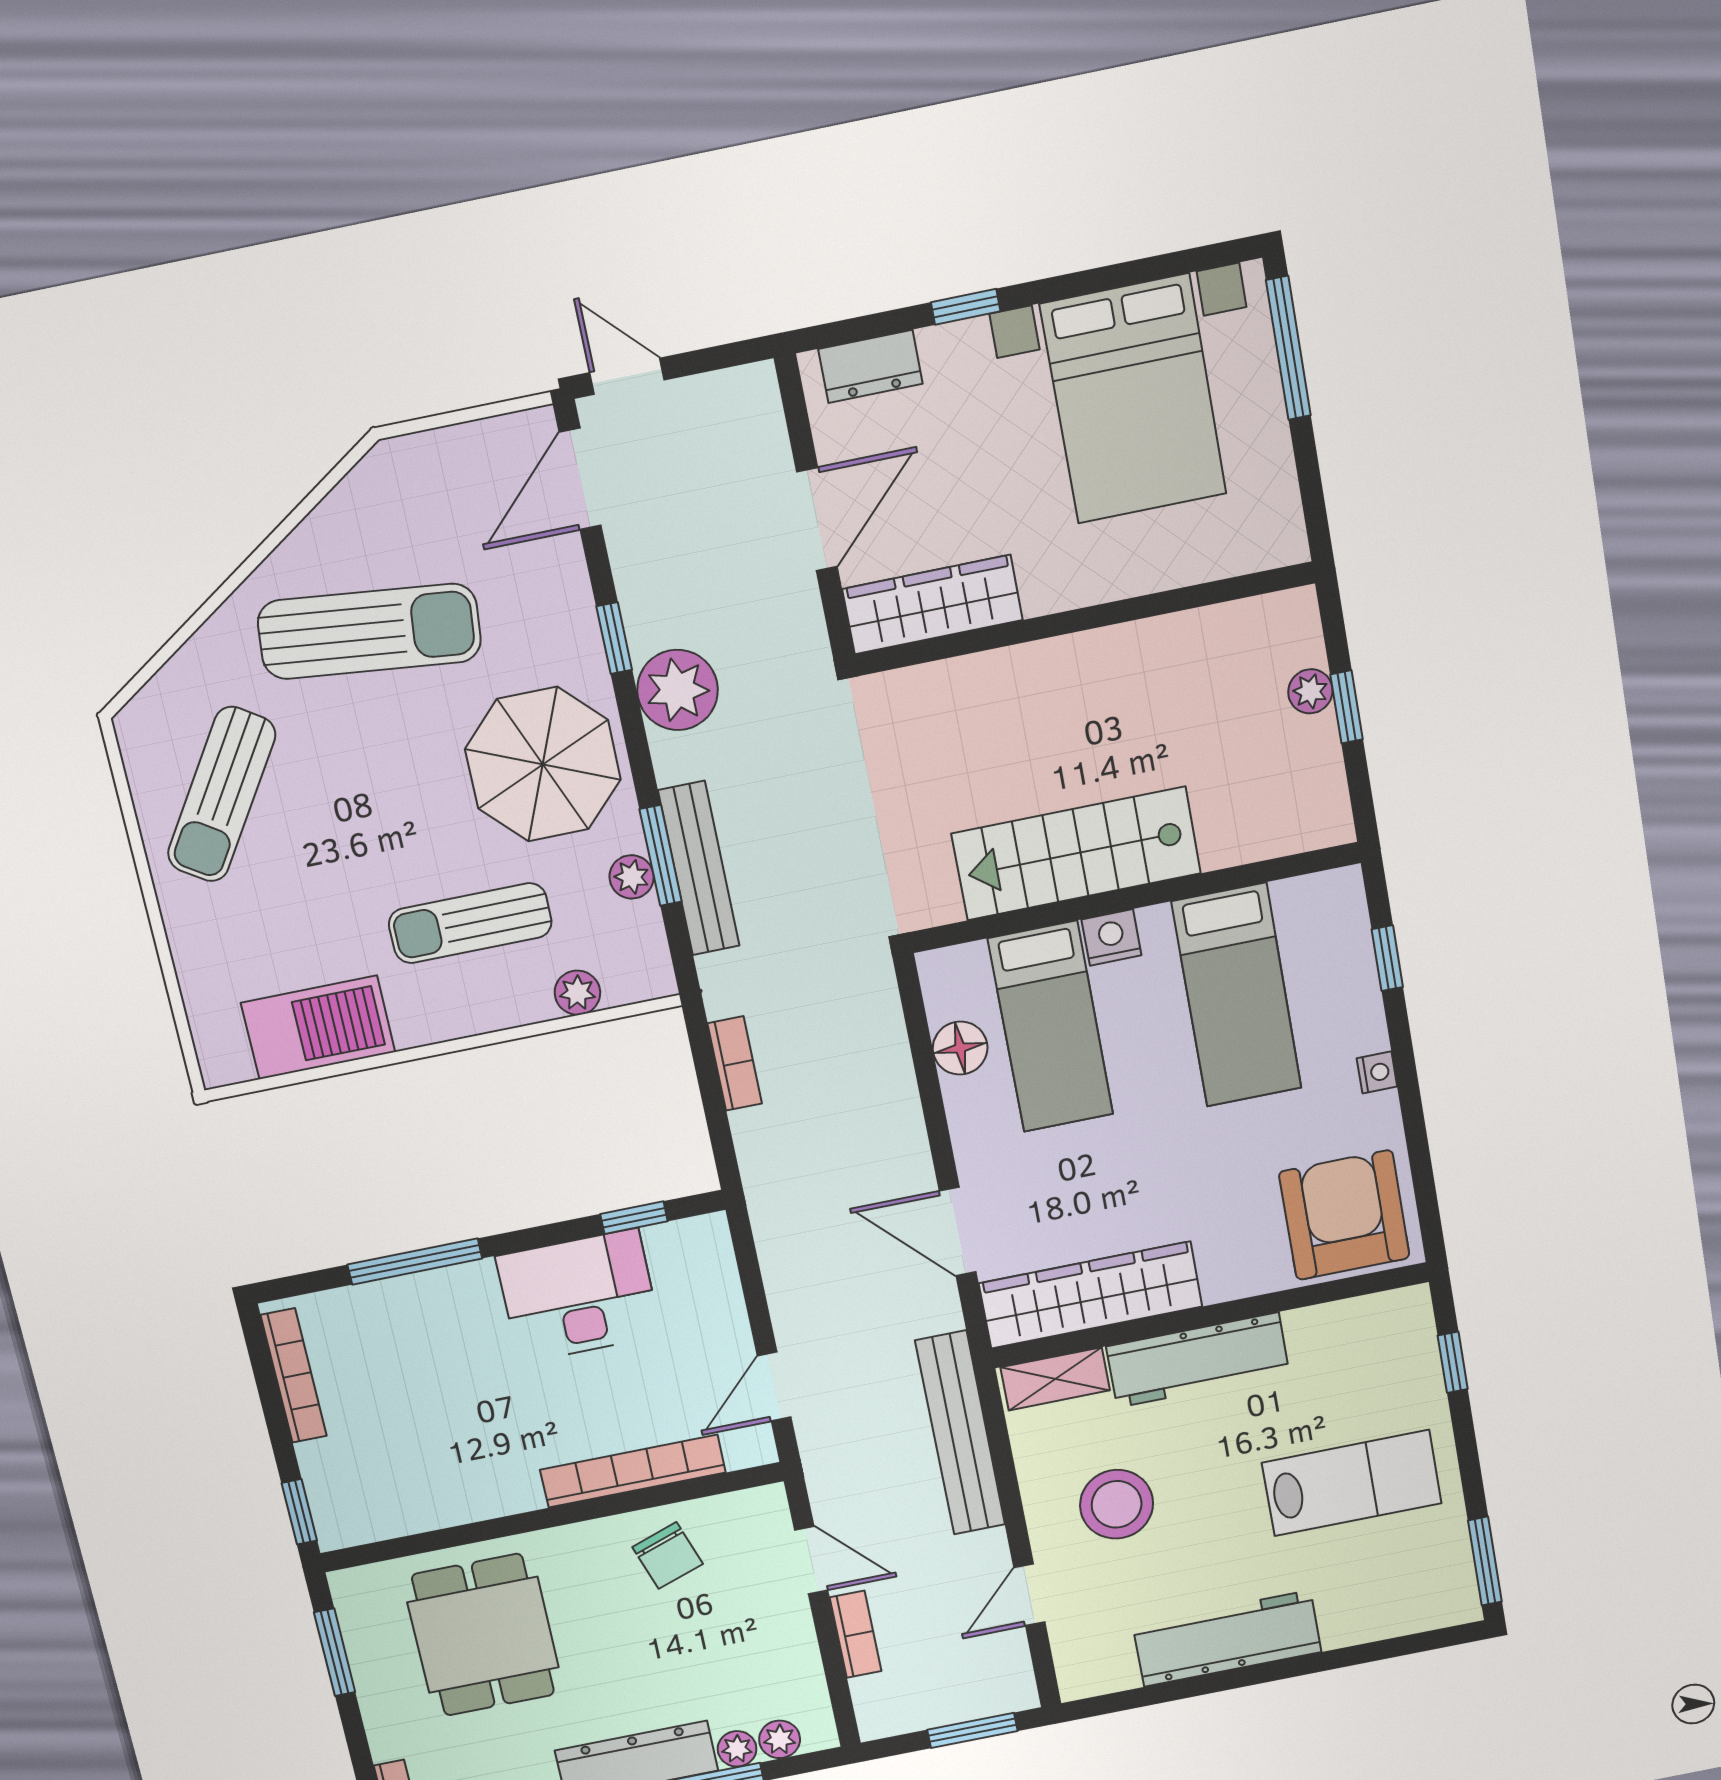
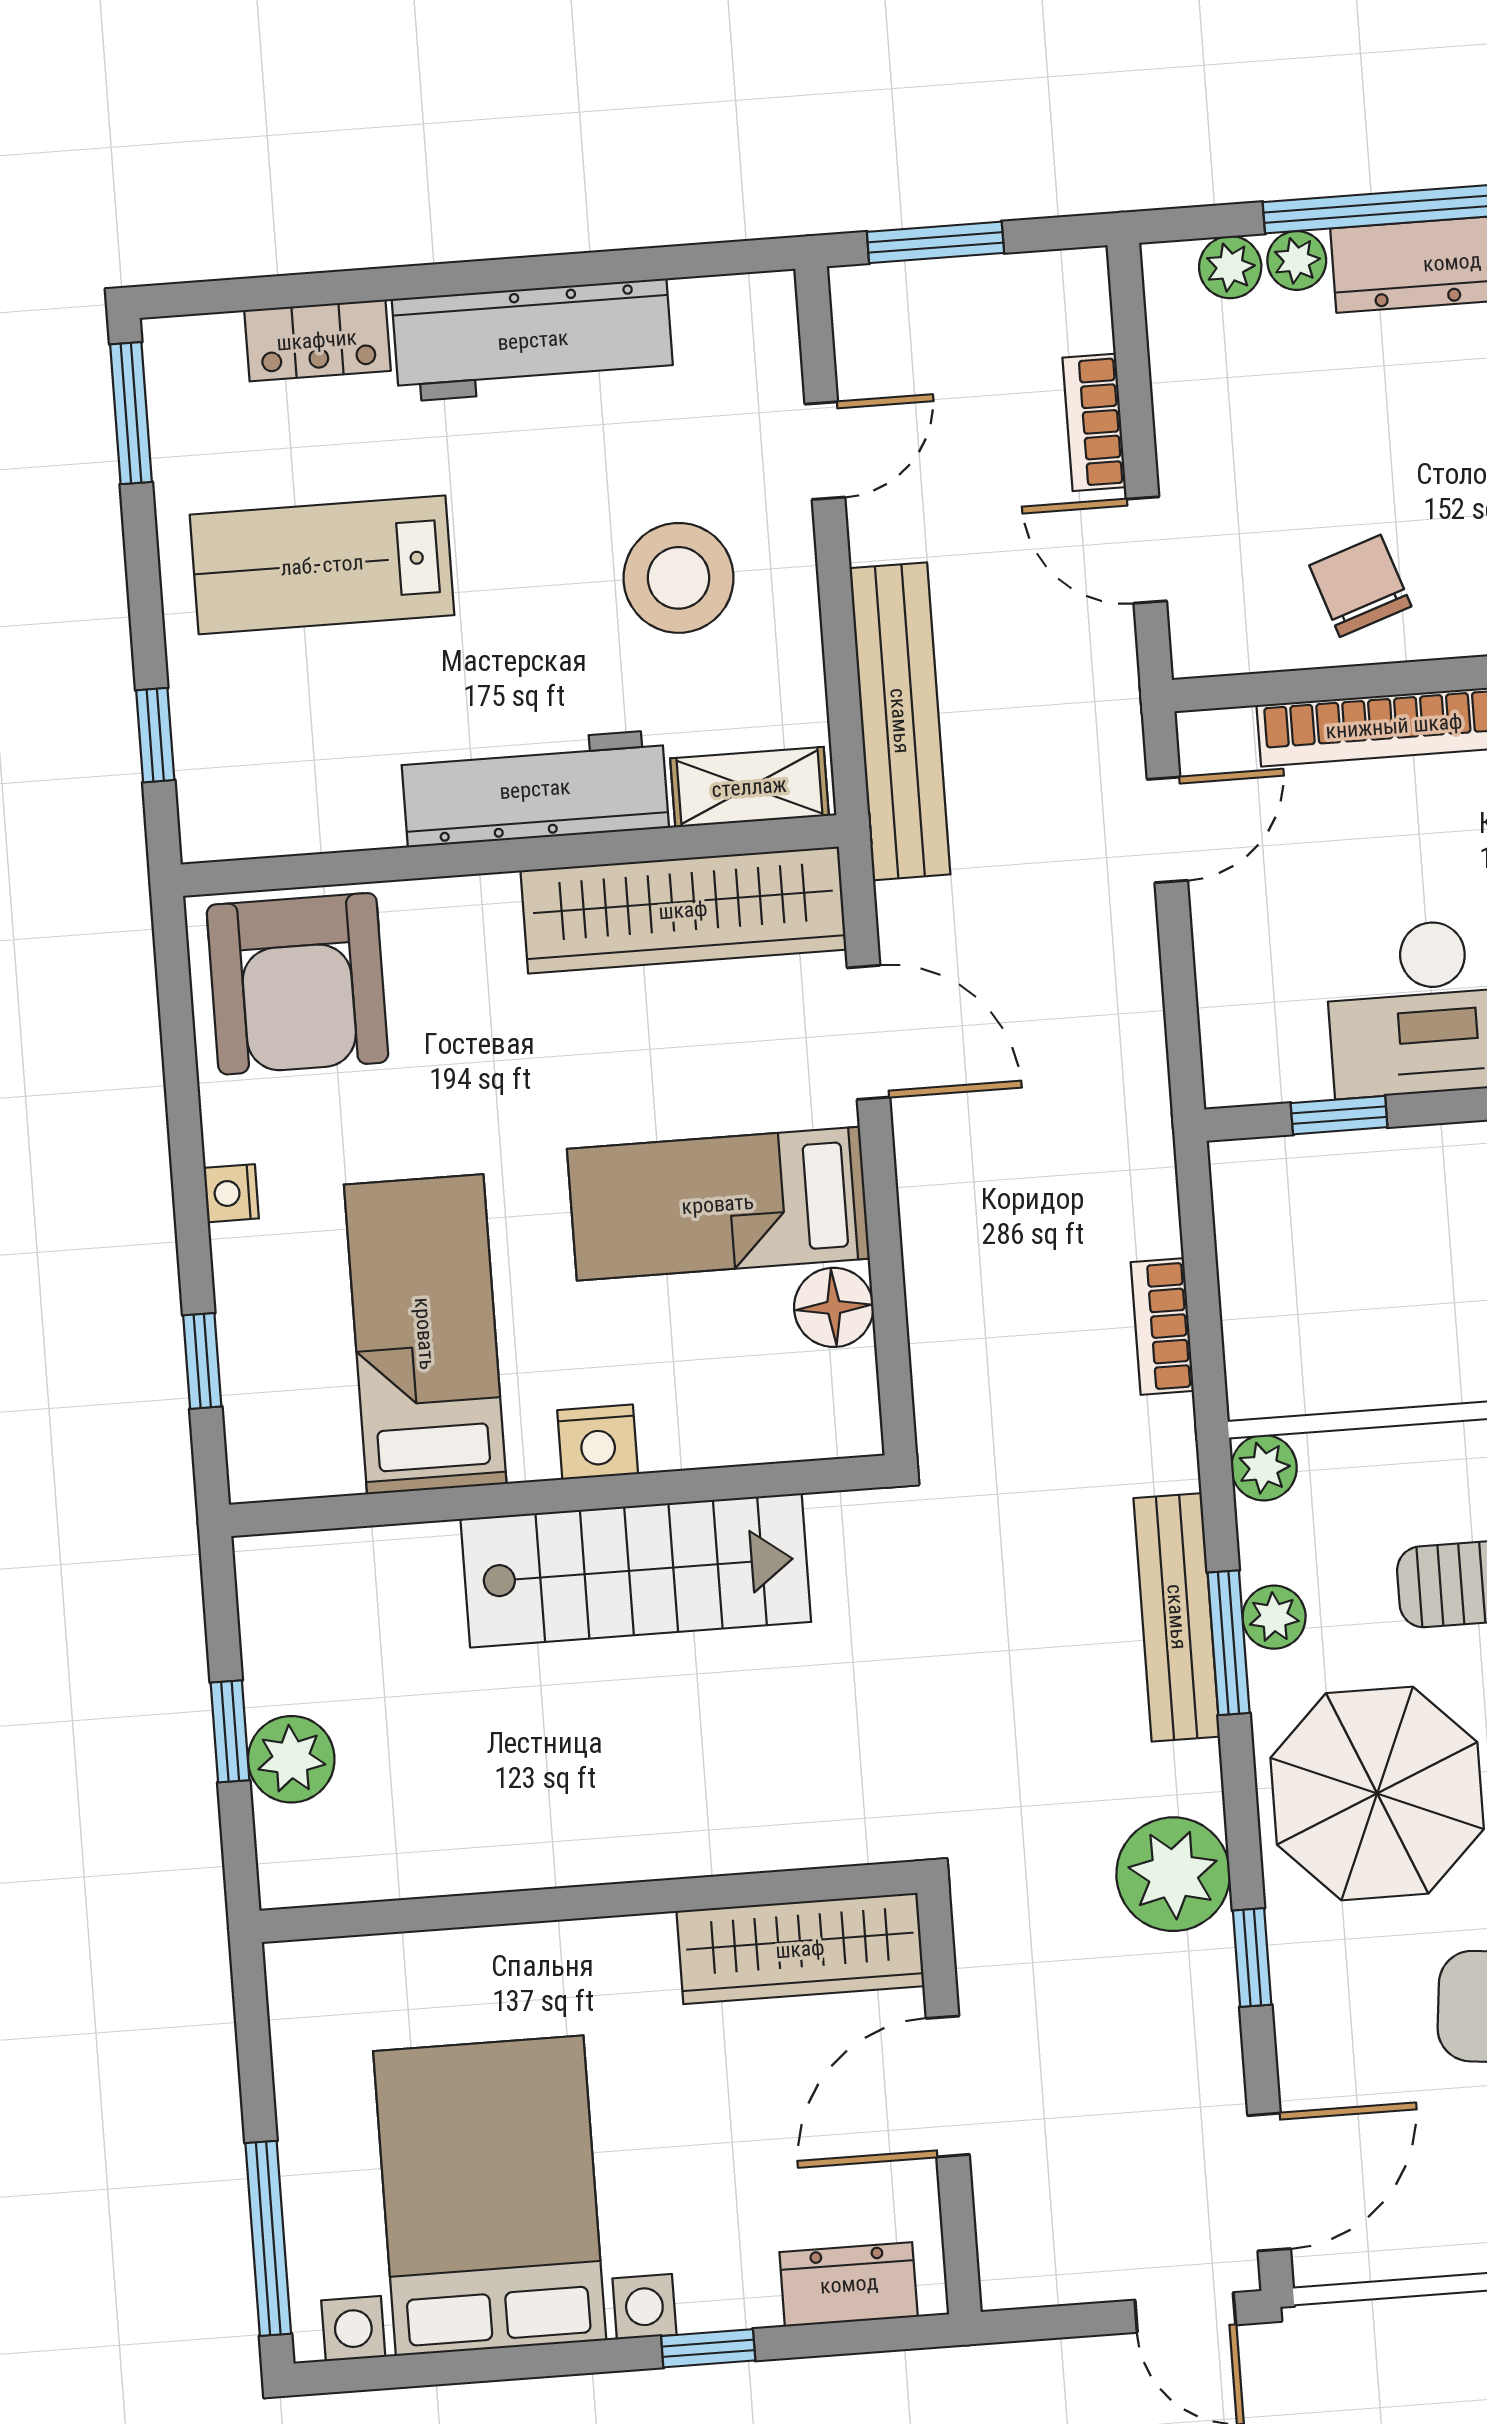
plant: (1310, 691) -> (291, 1759), width x1.38, depth x1.38
plant: (577, 993) -> (1264, 1468), moved
bed: (1051, 1027) -> (718, 1204), moved, turned -90
locker: (1367, 1621) -> (317, 340), added

